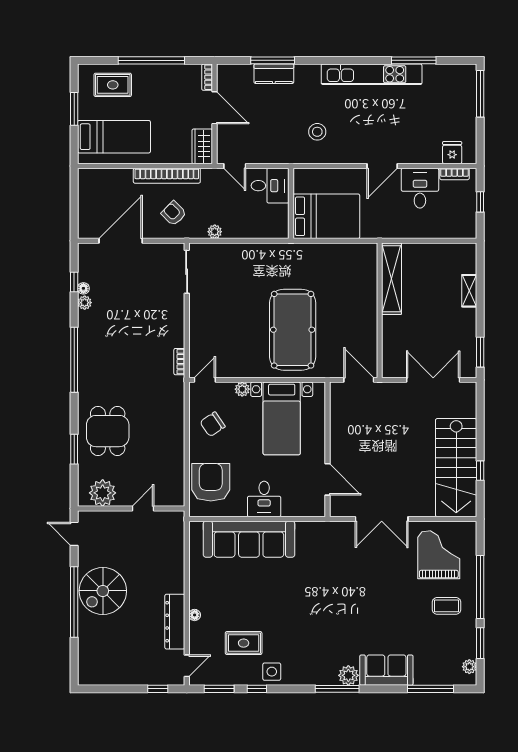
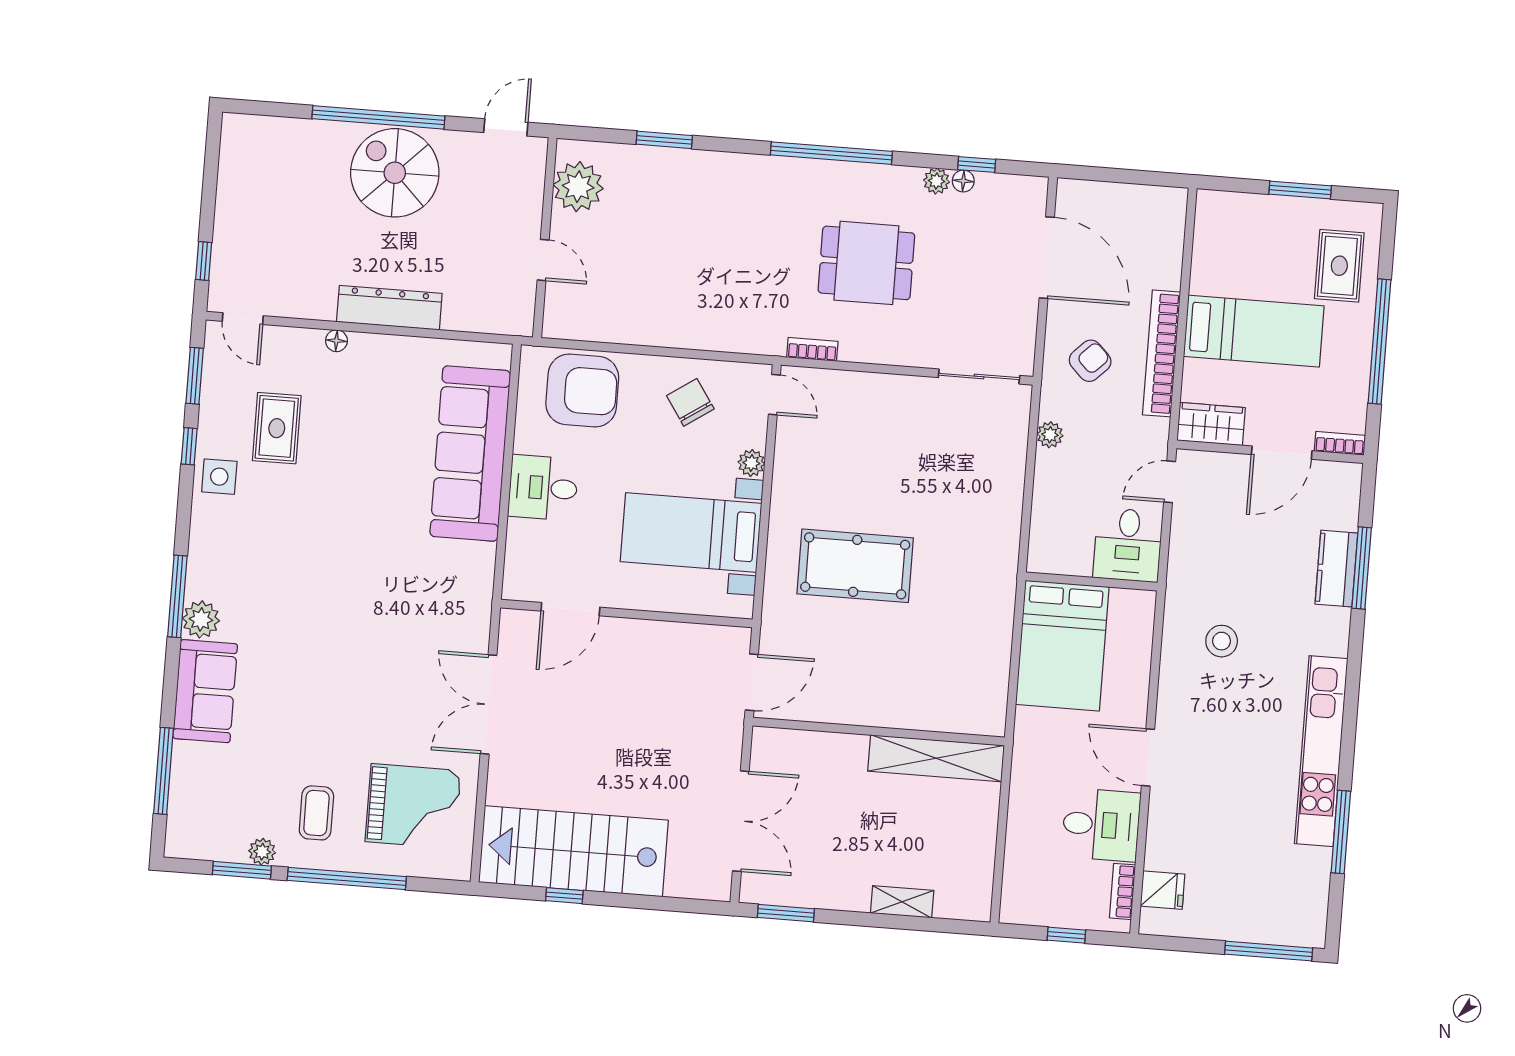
bed: (114, 137) -> (1254, 331), moved, turned -90
pool table: (293, 330) -> (855, 566), width x0.73, depth x0.76
dining table: (108, 431) -> (866, 263), moved
dresser: (175, 622) -> (389, 308), moved
plant: (469, 667) -> (262, 852), moved

